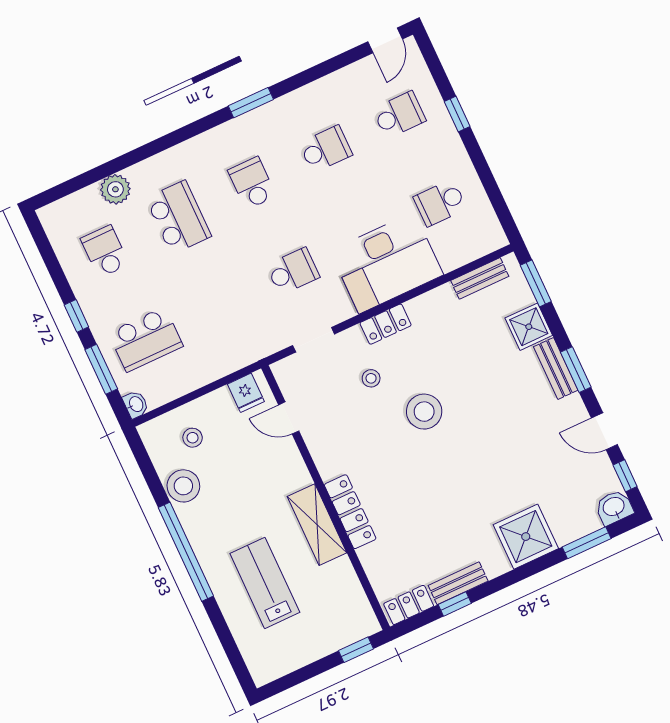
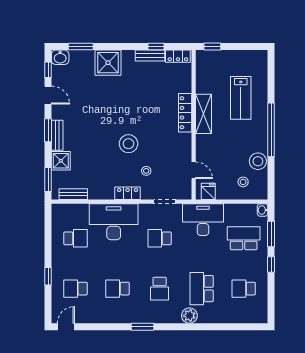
plant: (115, 189) -> (189, 316), moved
school desk: (105, 251) -> (244, 289), turned 90
desk: (232, 339) -> (203, 220), added

